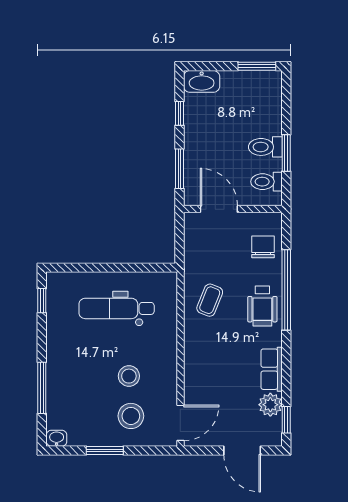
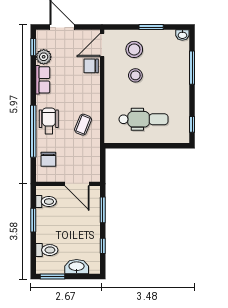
washbasin: (202, 81) -> (77, 267), moved
toilet: (265, 147) -> (47, 250), moved
chair: (197, 391) -> (91, 66), added

